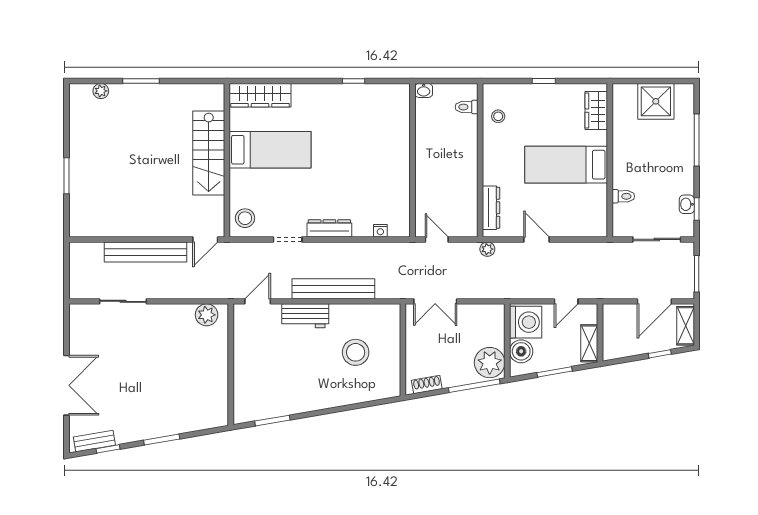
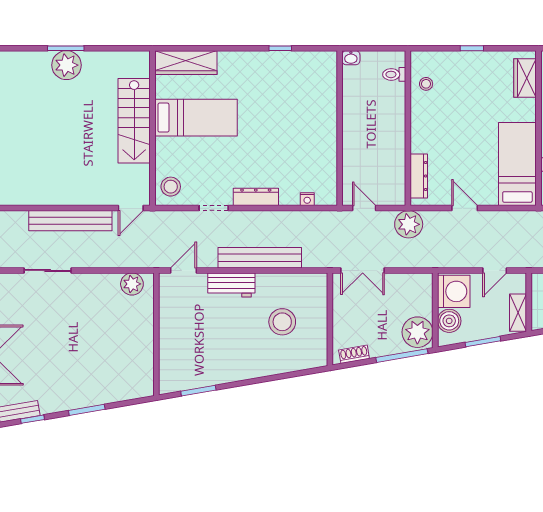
plant: (101, 91) -> (66, 65), moved, width x1.87, depth x1.87
bed: (566, 165) -> (517, 164), moved, turned 90
plant: (487, 249) -> (409, 224), width x1.88, depth x1.88

